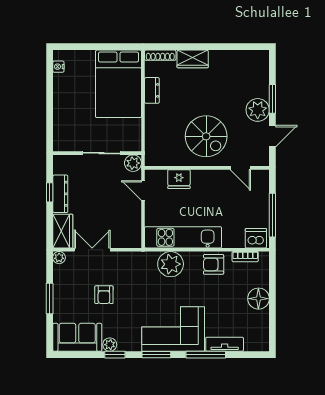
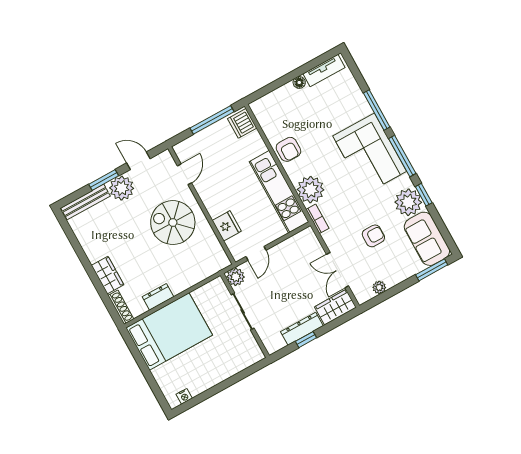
bench: (263, 74) -> (85, 202), added
spiral stairs: (206, 136) -> (173, 223), turned -90
bookcase: (245, 257) -> (317, 219), moved
plant: (59, 258) -> (379, 287), moved
window: (50, 298) -> (432, 270), moved
floor lamp: (258, 299) -> (299, 82), width x0.53, depth x0.53
tv unit: (225, 344) -> (324, 71), moved, turned -90
plant: (110, 345) -> (408, 202), width x1.87, depth x1.87
window: (156, 355) -> (402, 156), width x1.44

